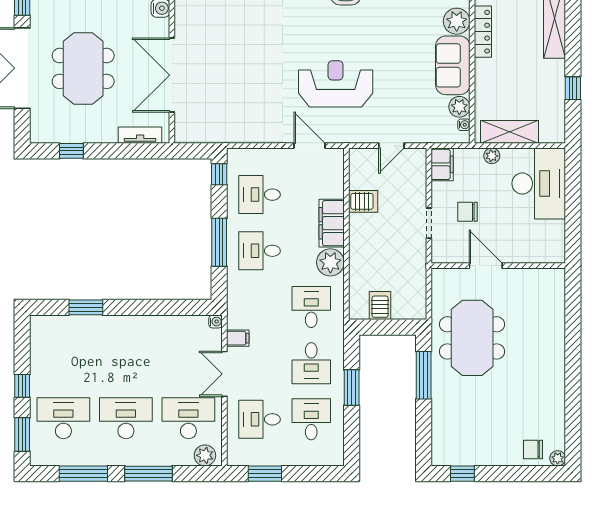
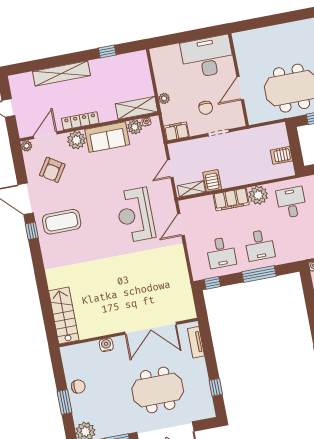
shelving: (509, 132) -> (137, 108), moved, turned 90
door: (391, 146) -> (170, 169), swing flipped
shelving: (357, 170) -> (191, 189), added
desk: (539, 184) -> (207, 57), moved
desk: (311, 307) -> (291, 202), turned 90

